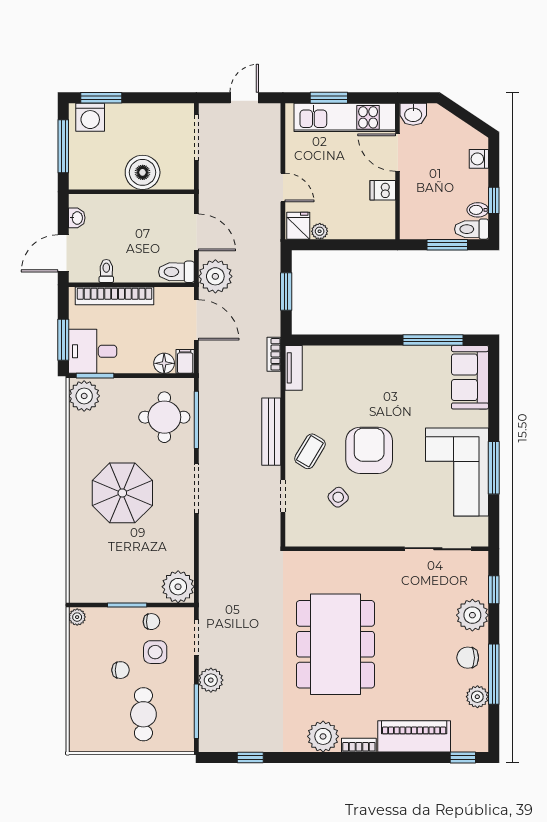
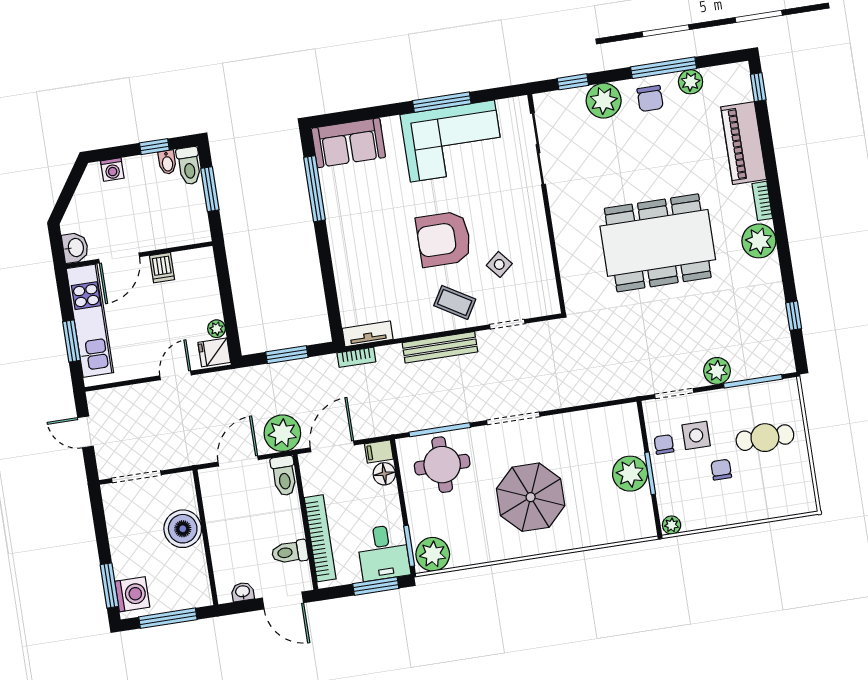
toilet: (106, 271) -> (290, 552), width x1.37, depth x1.39
plant: (178, 587) -> (630, 474), moved

